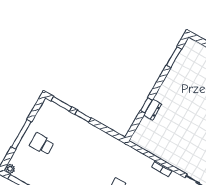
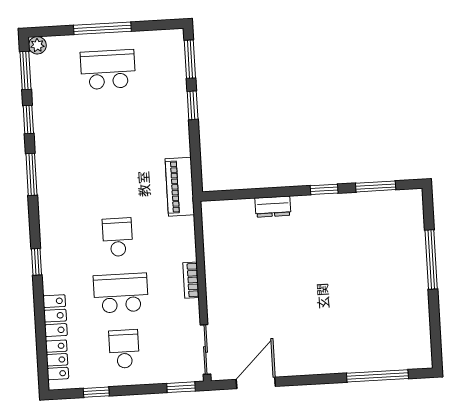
window: (146, 105) -> (324, 189), moved
school desk: (42, 144) -> (108, 69), width x1.85
piano: (116, 146) -> (180, 187), added

